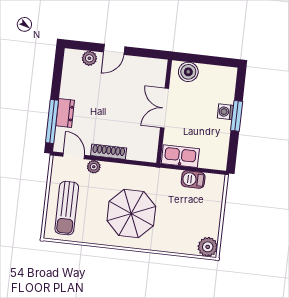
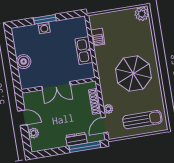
double door: (165, 108) -> (56, 86), moved
wall: (164, 112) -> (58, 85), moved

